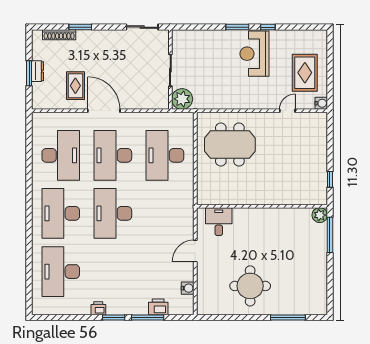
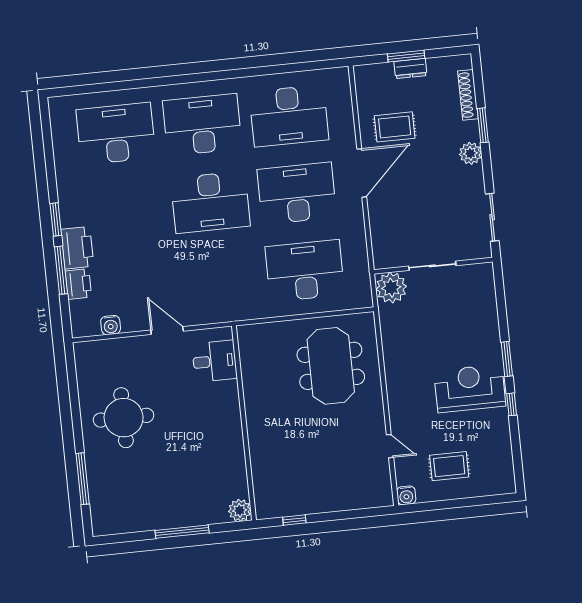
plant: (98, 37) -> (470, 153), added
rug: (305, 73) -> (449, 466), width x0.73, depth x0.70
desk: (113, 213) -> (210, 202), turned 180
window: (330, 235) -> (182, 532), moved
printer: (98, 308) -> (77, 248), moved, width x1.87, depth x1.48

